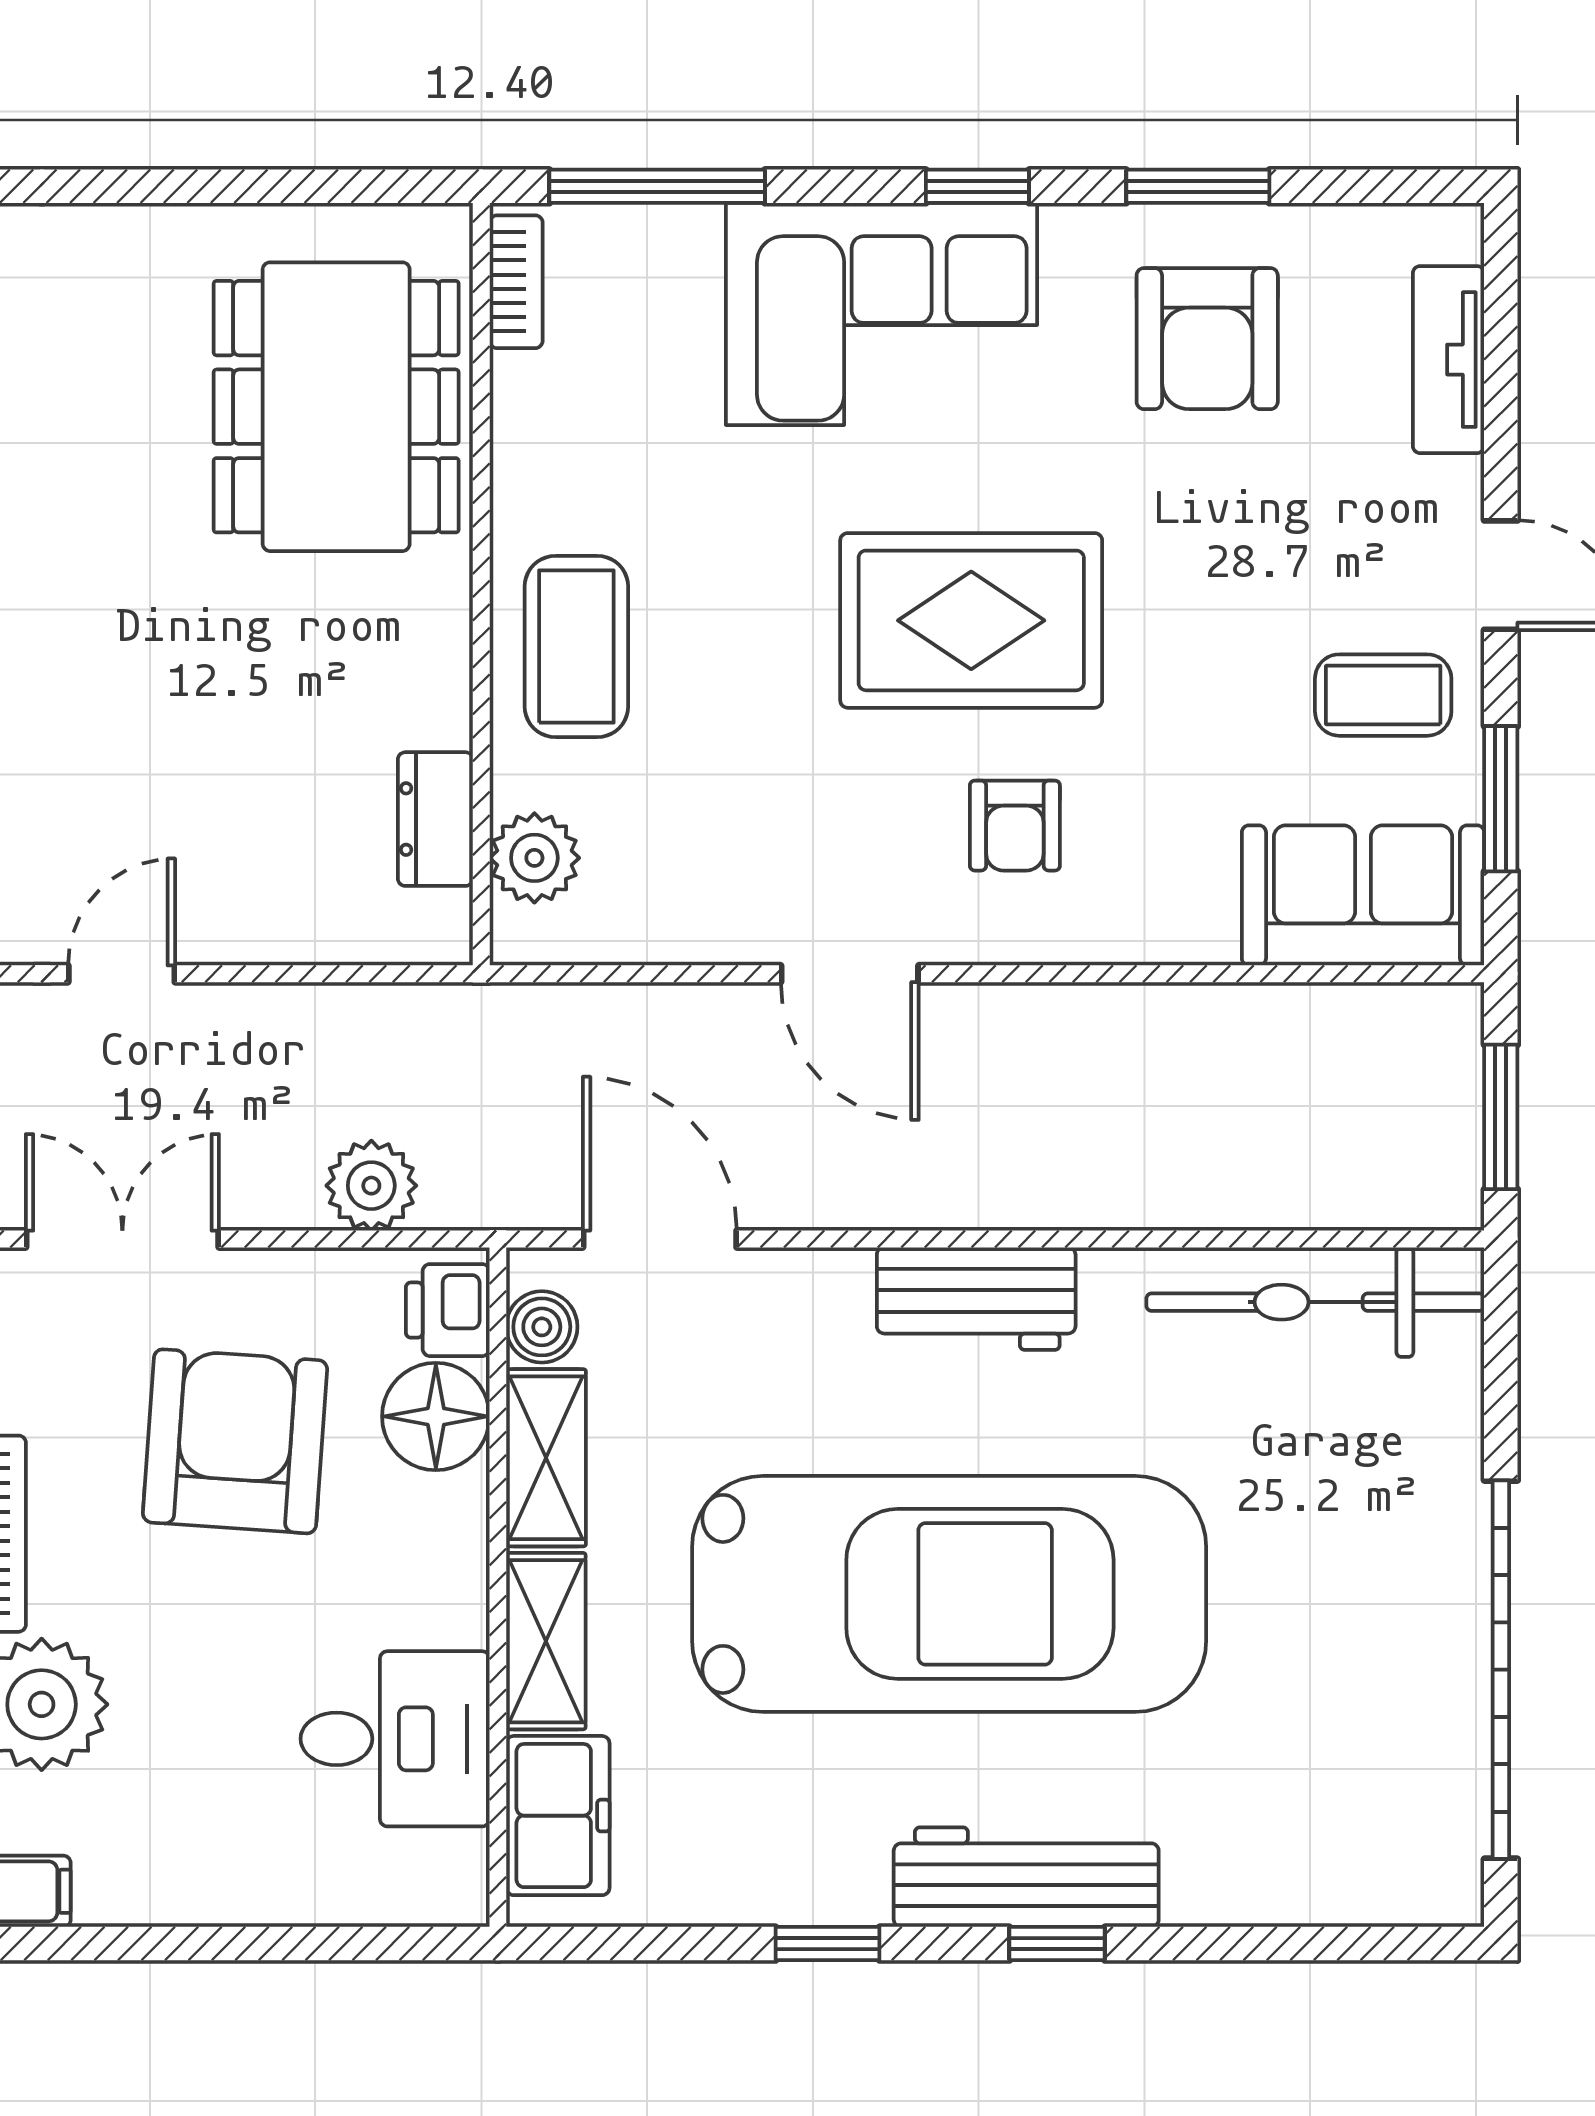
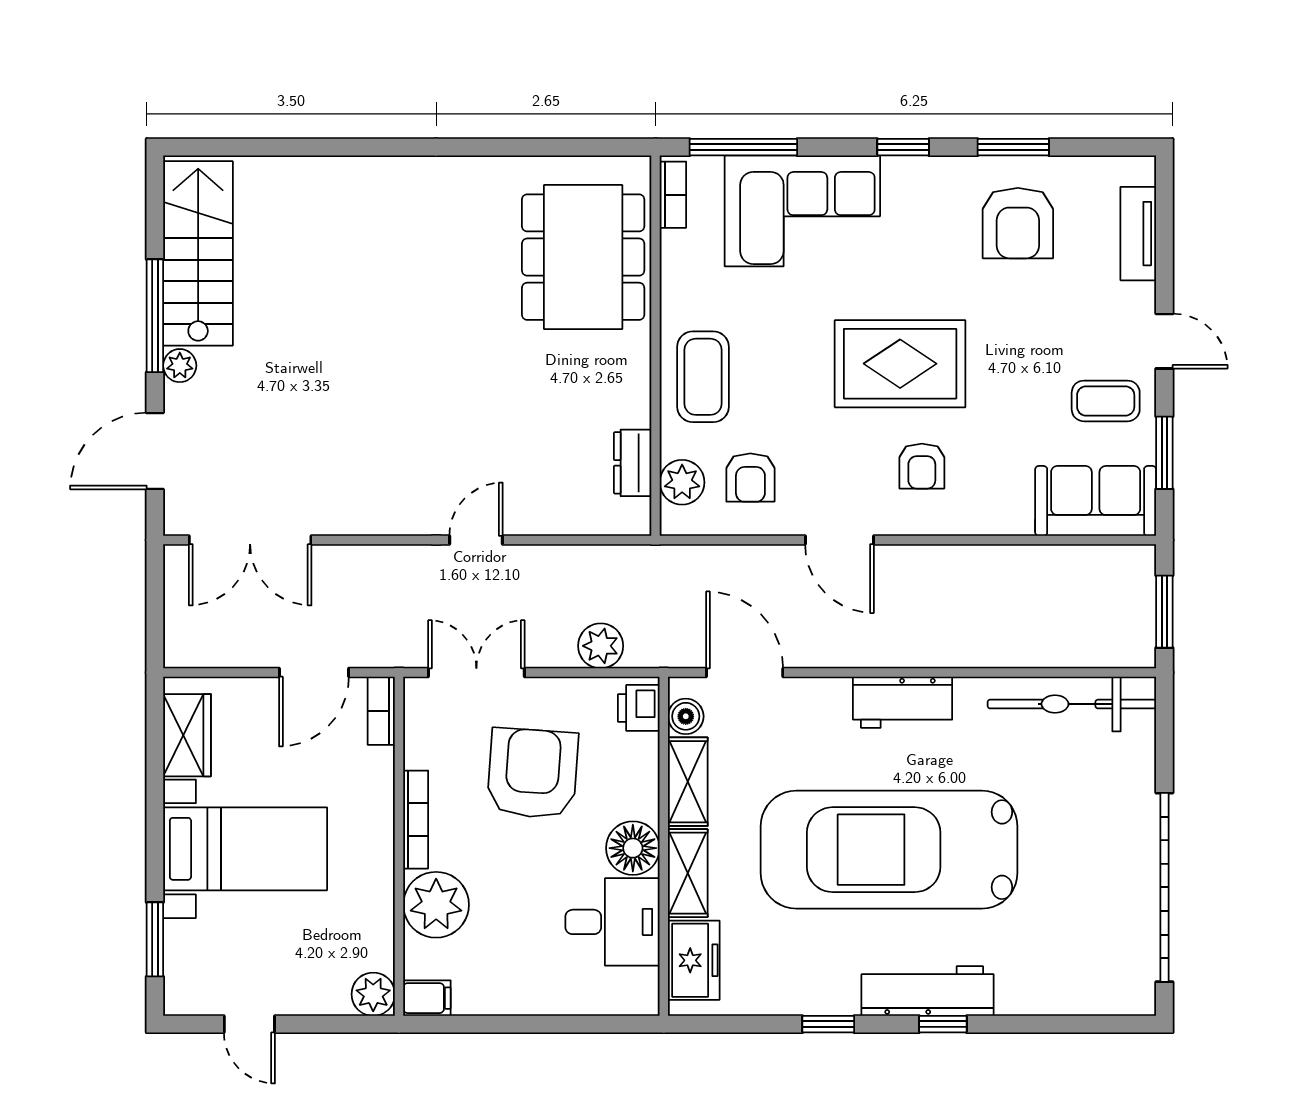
corner sofa: (881, 314) -> (802, 211), moved
armchair: (671, 848) -> (750, 478), added
floor lamp: (436, 1416) -> (633, 848), moved
car: (949, 1594) -> (889, 850), turned 180

